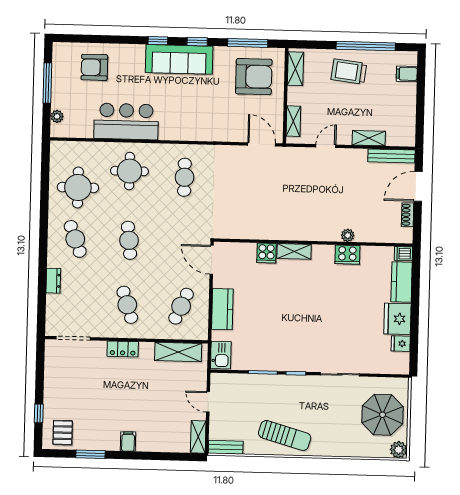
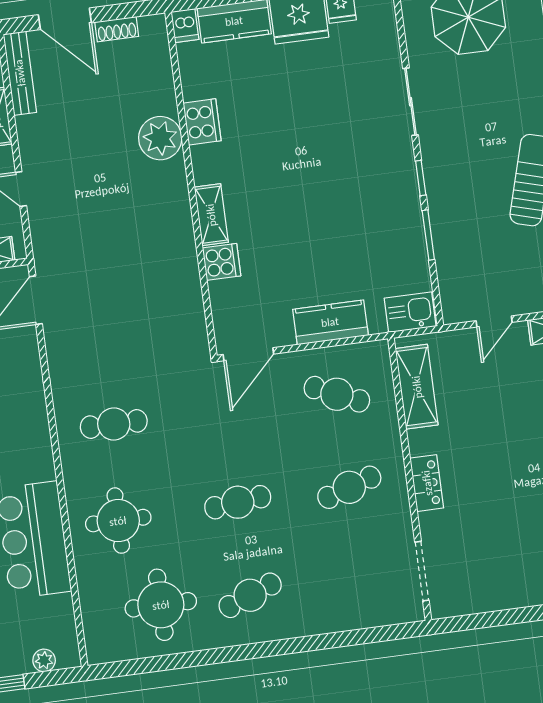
plant: (348, 235) -> (160, 138), width x1.88, depth x1.88
dresser: (53, 281) -> (328, 622), removed

